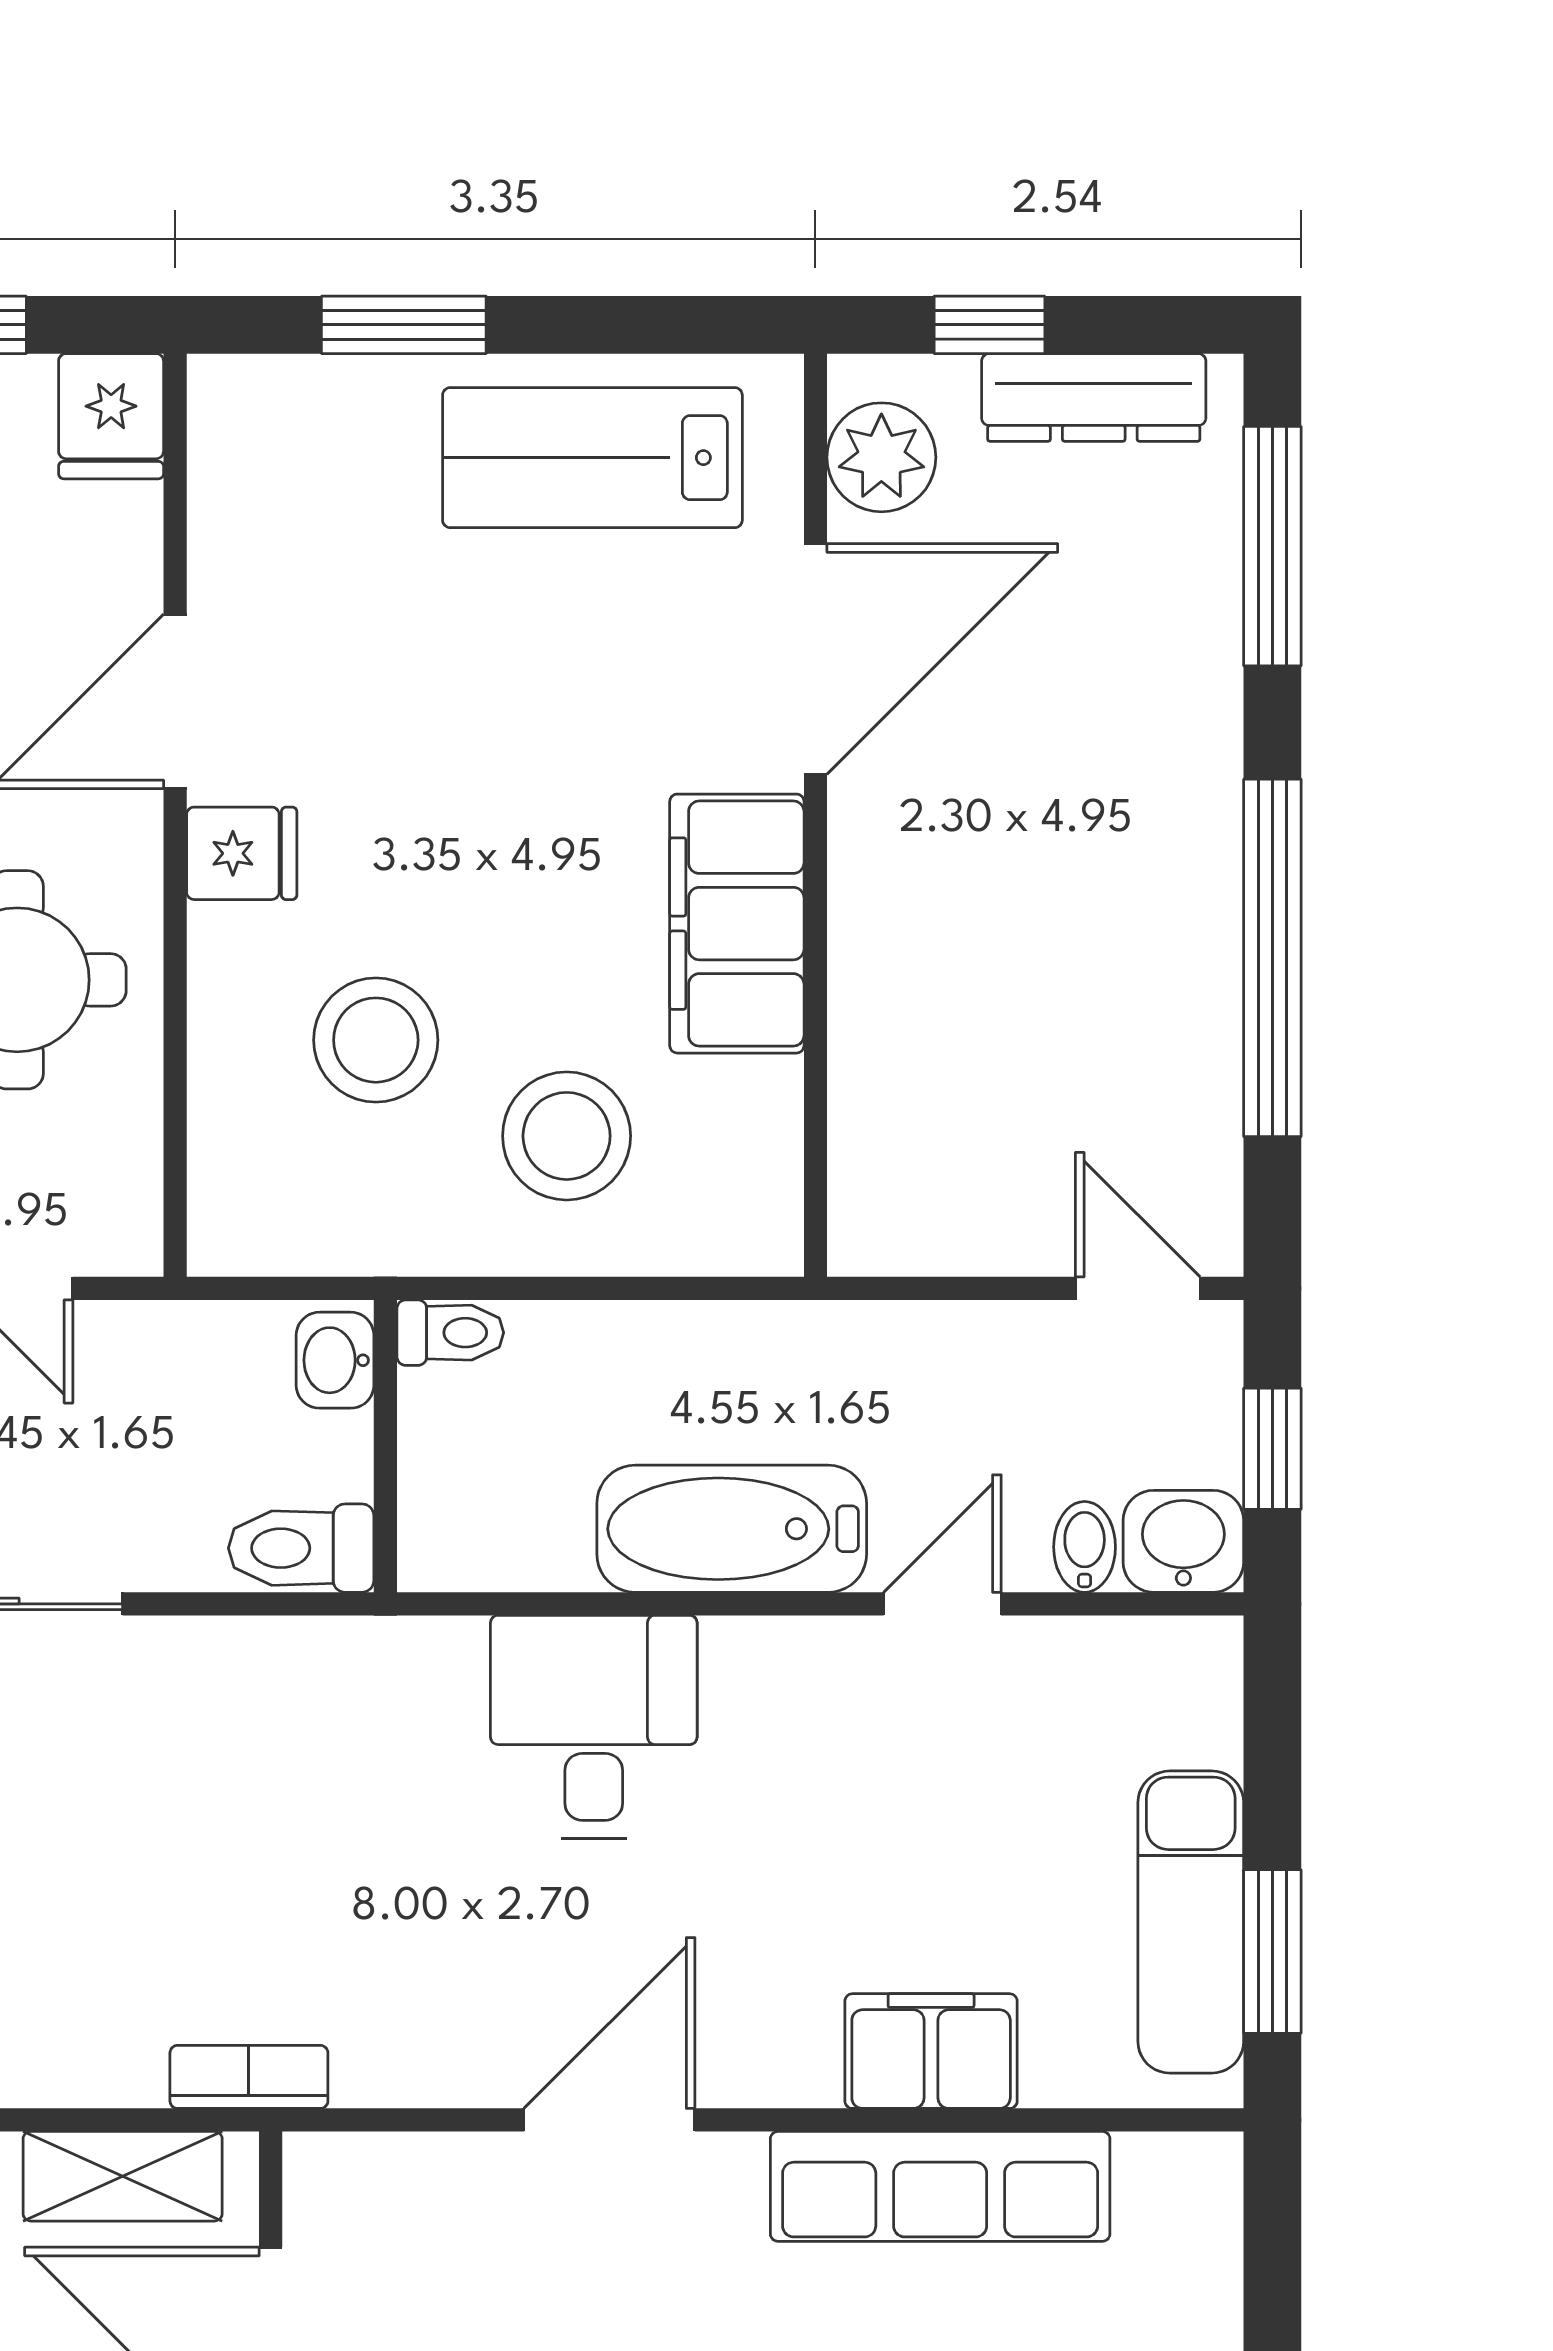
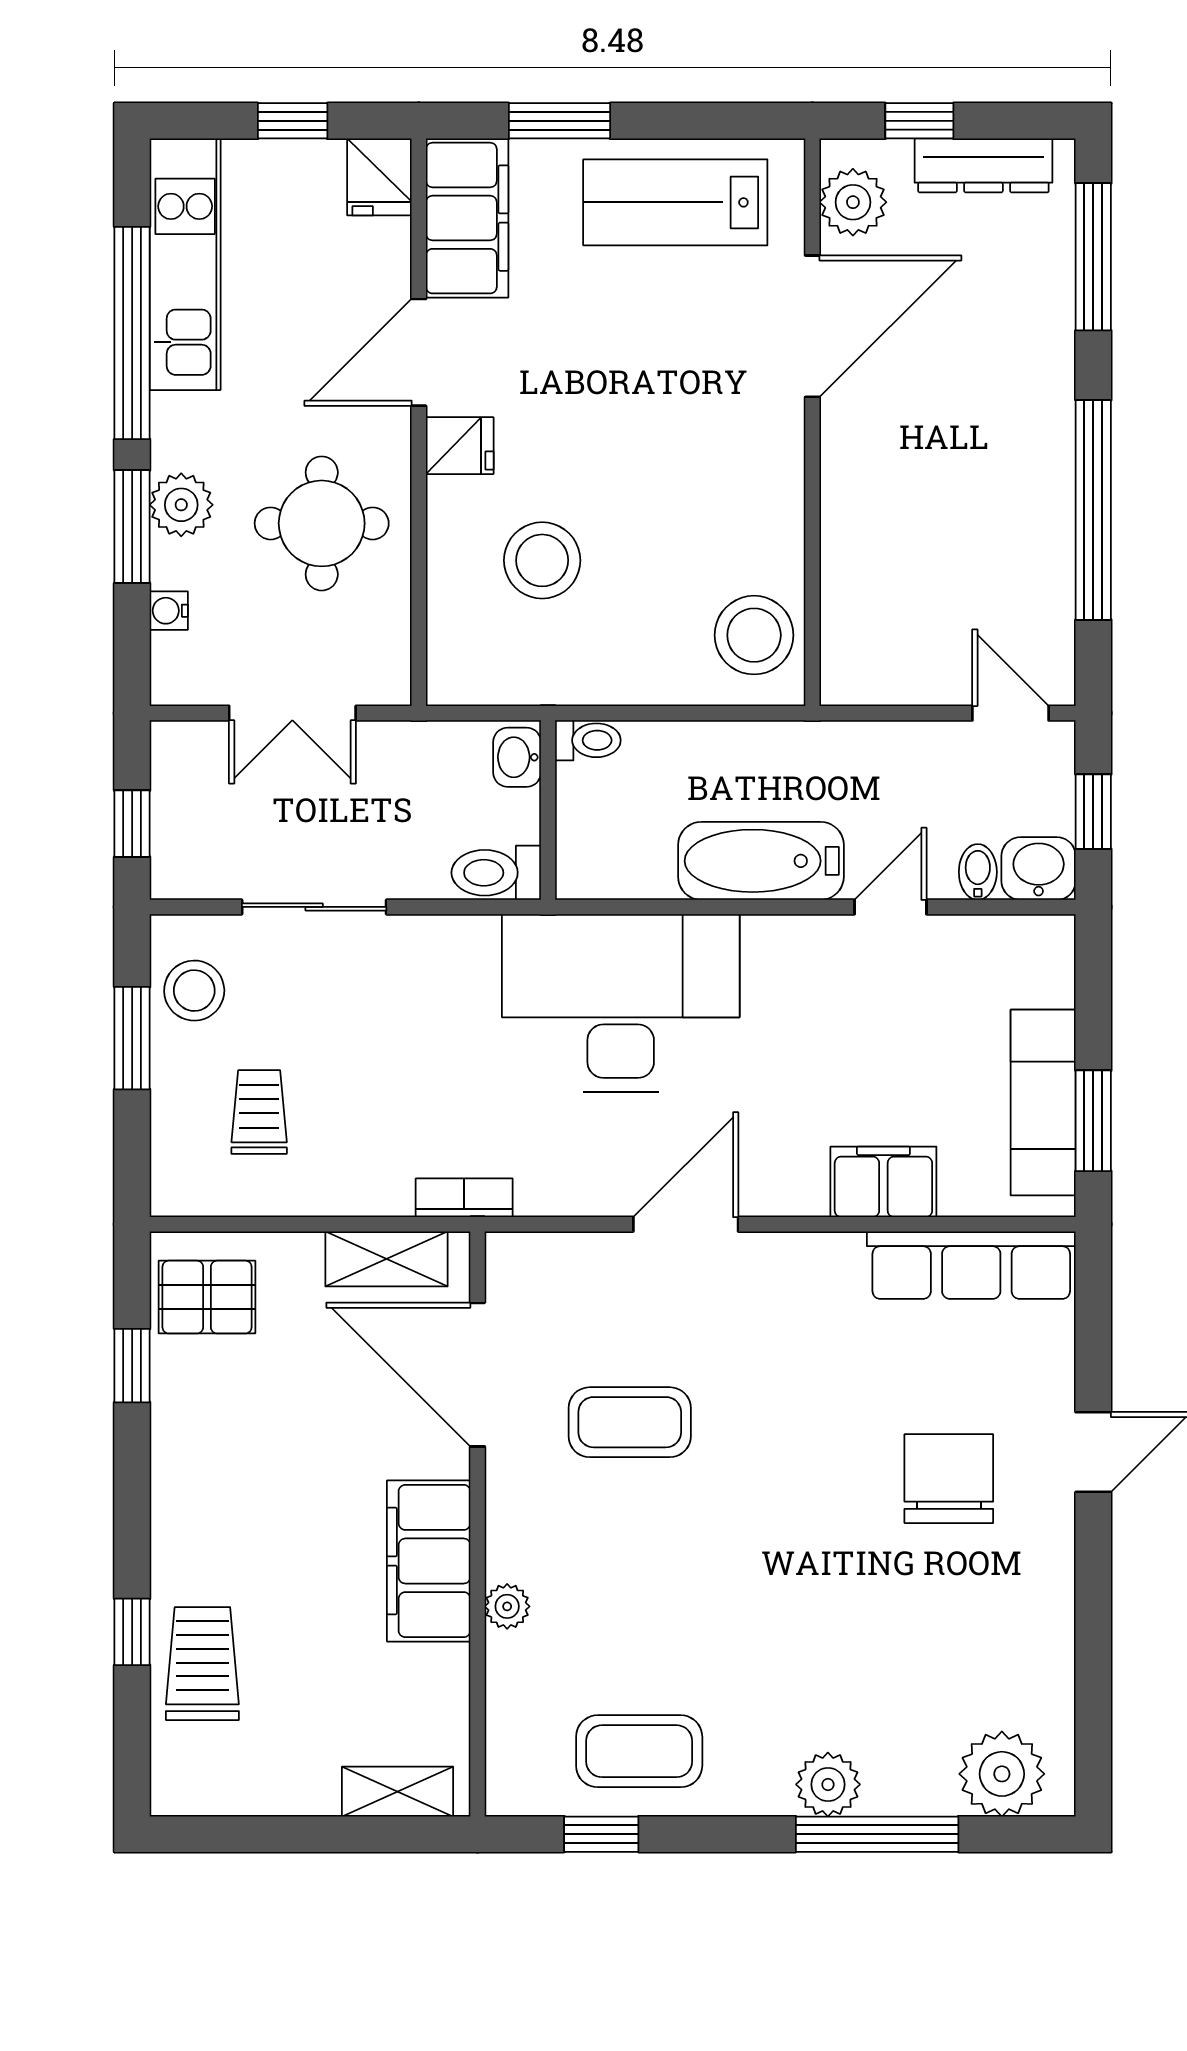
filing cabinet: (737, 924) -> (467, 218), moved, turned 180
stool: (567, 1136) -> (754, 635), moved
desk: (594, 1727) -> (621, 1003), width x1.87, depth x1.30
row of seats: (940, 2186) -> (971, 1265), moved

